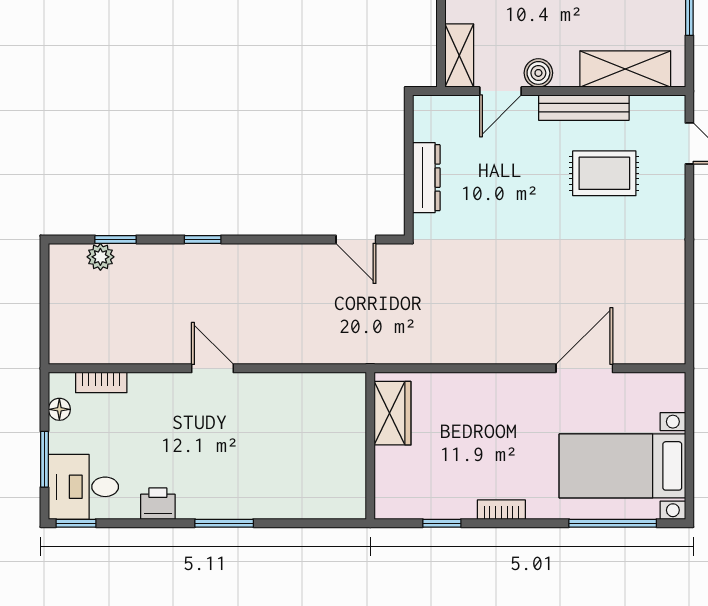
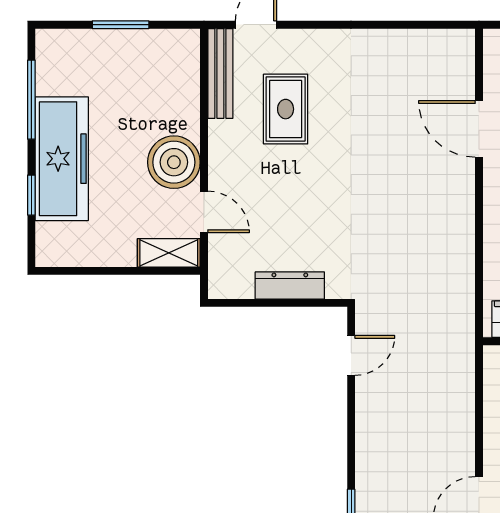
shelving: (625, 69) -> (182, 88), removed
boiler: (538, 73) -> (174, 162), width x1.86, depth x1.86
bench: (584, 108) -> (220, 73), moved

